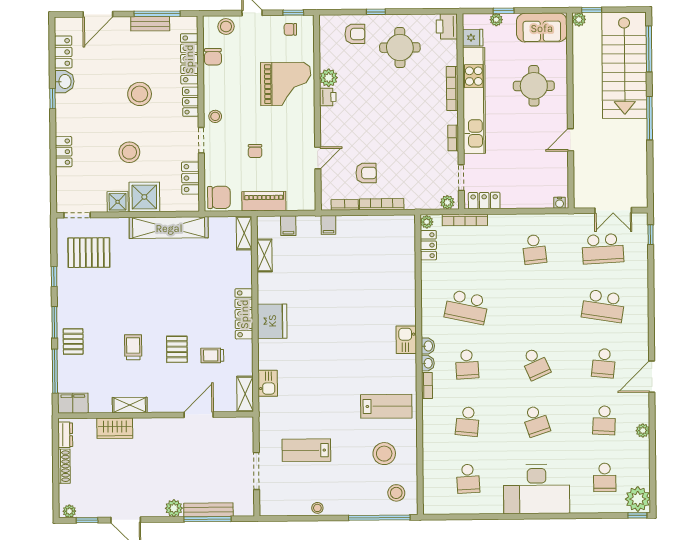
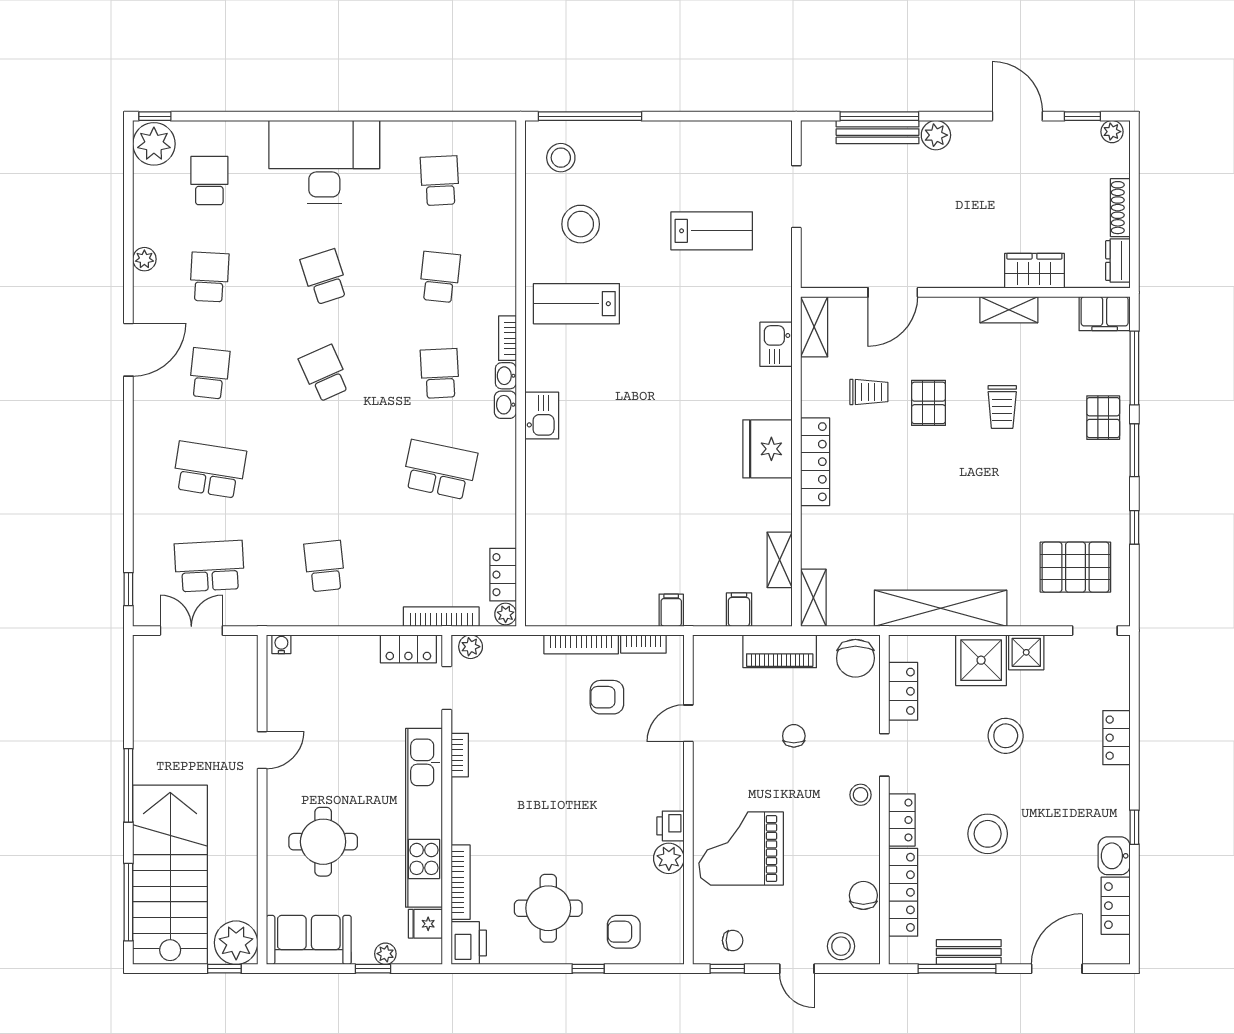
plant: (579, 19) -> (236, 943), width x1.87, depth x1.87
bookcase: (452, 88) -> (461, 882), moved
chair: (219, 197) -> (855, 658), turned -90
stool: (317, 508) -> (694, 133), removed

